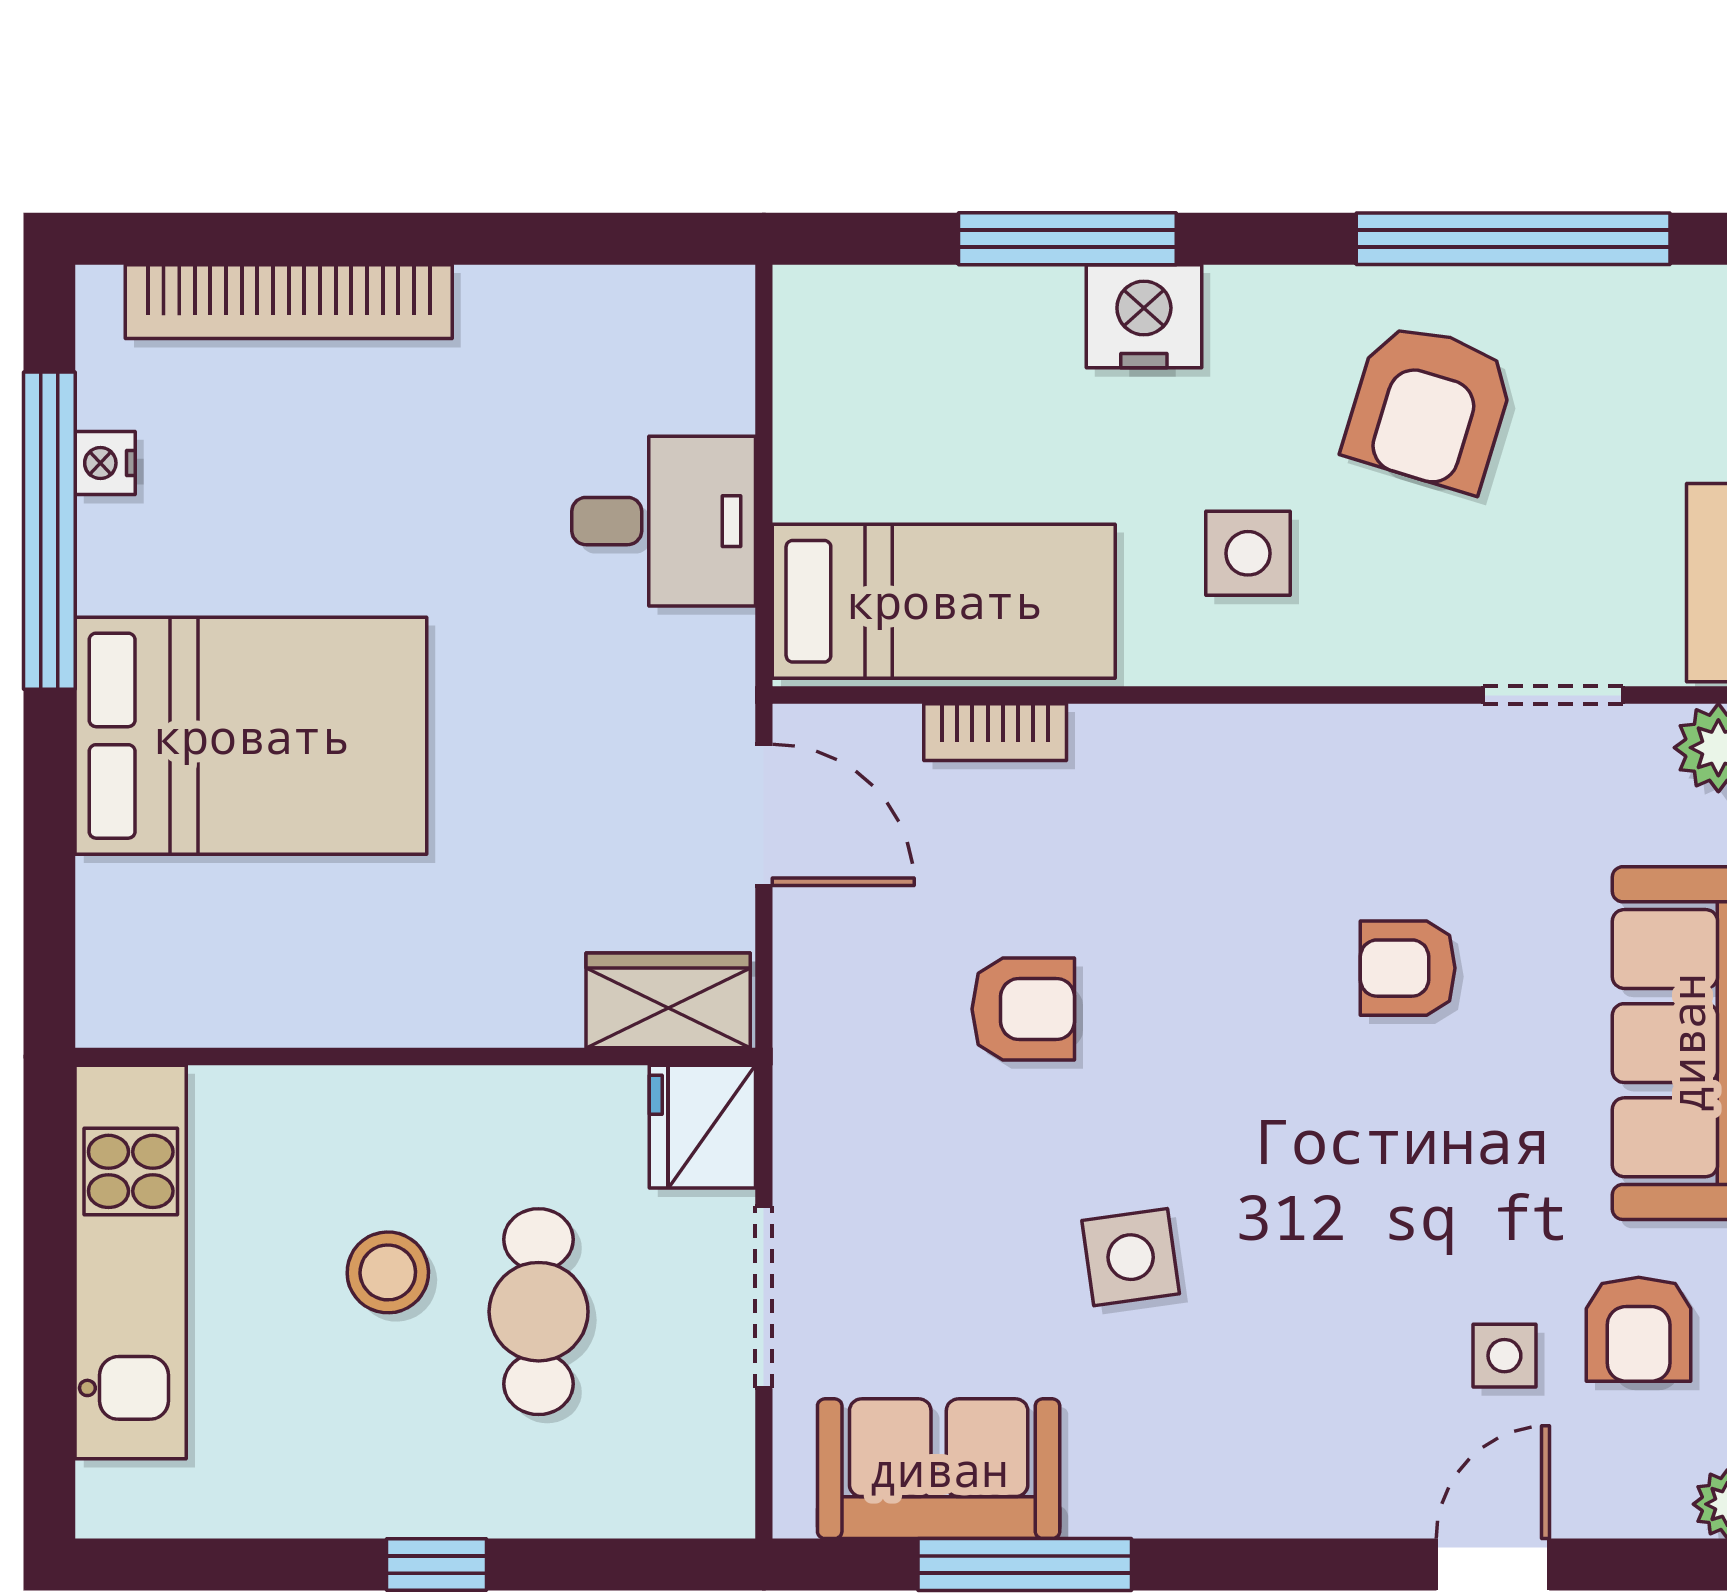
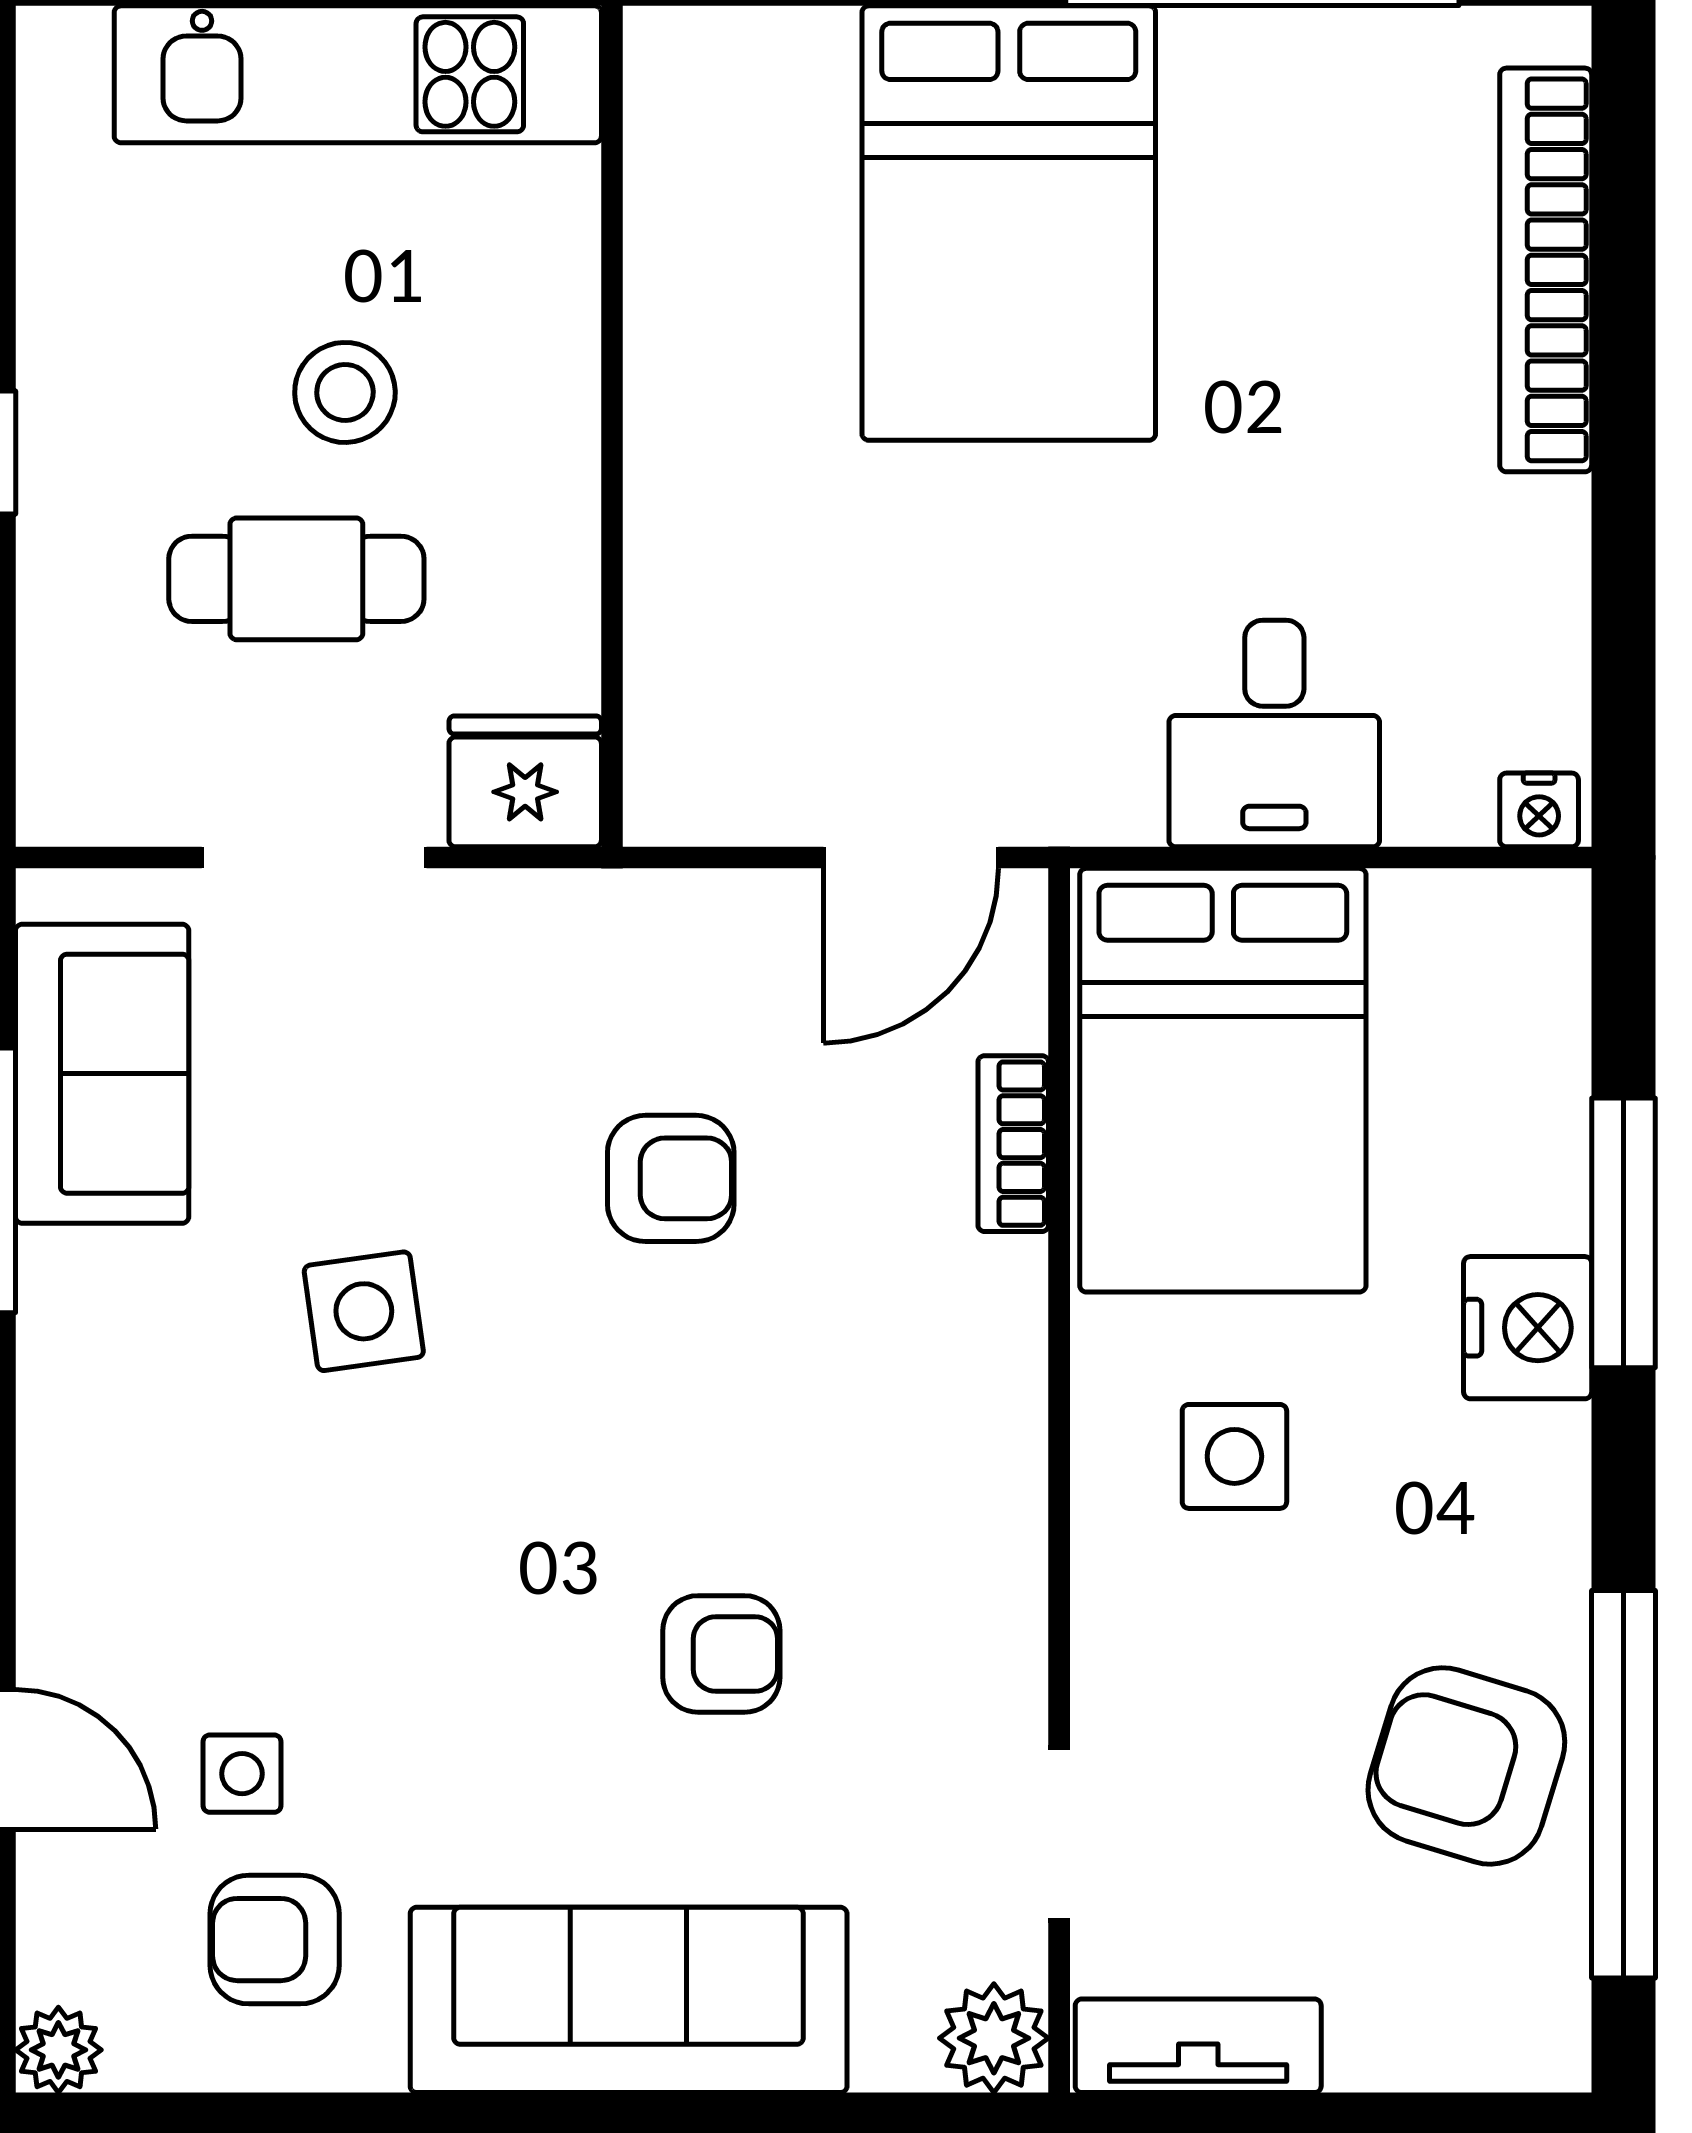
armchair: (1429, 407) -> (1466, 1766), moved
nightstand: (105, 463) -> (1539, 810), moved, turned 180
bed: (944, 601) -> (1223, 1080), width x1.50
armchair: (1408, 968) -> (721, 1654), turned 90
wardrobe: (668, 1000) -> (681, 739), removed
armchair: (1023, 1009) -> (671, 1178), turned -90

